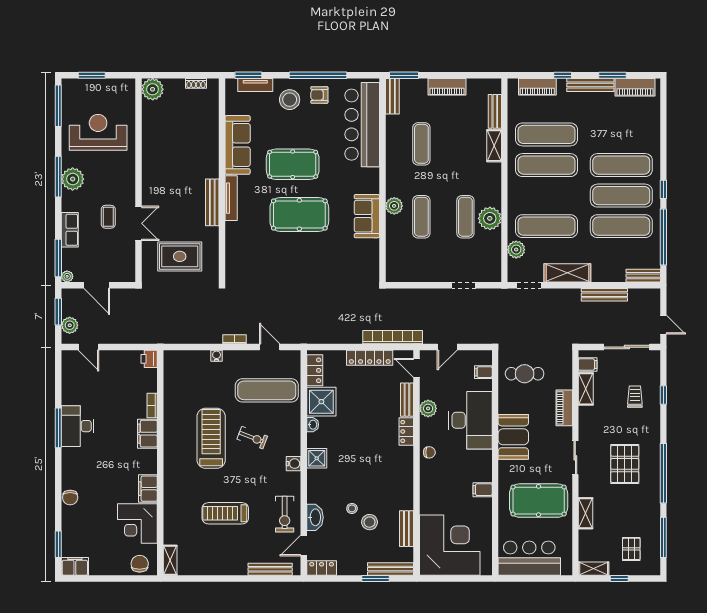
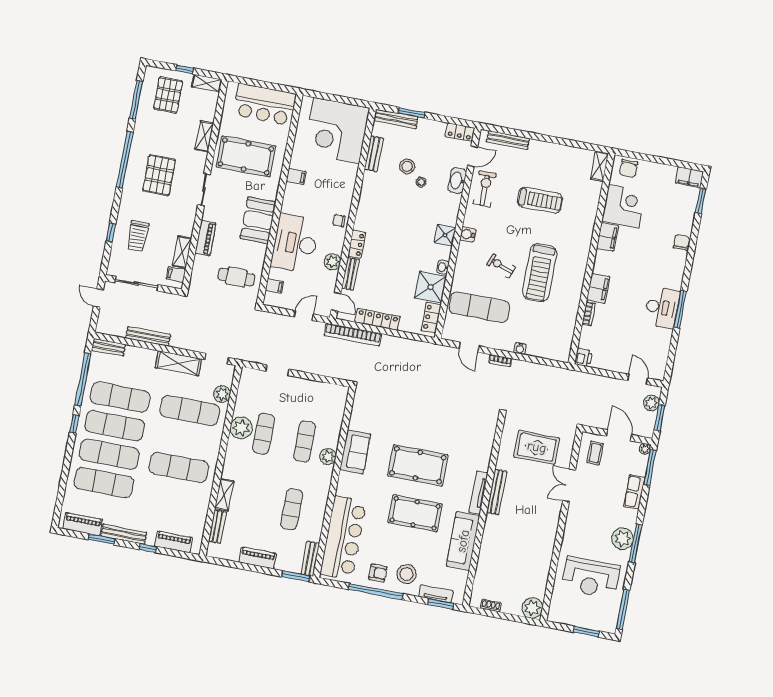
exercise mat: (546, 134) -> (104, 483), moved
coffee table: (108, 217) -> (595, 453), moved
trolley: (635, 397) -> (138, 236), width x1.36, depth x1.39
pallet: (631, 549) -> (168, 95), width x1.50, depth x1.42

